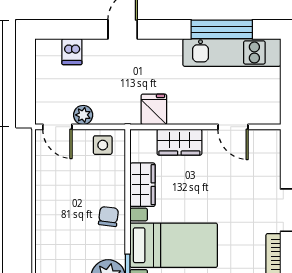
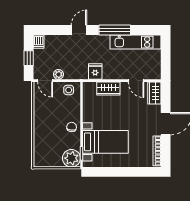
window: (222, 29) -> (115, 30), moved
dishwasher: (72, 52) -> (39, 42), moved
window: (25, 84) -> (29, 58), added
wardrobe: (143, 185) -> (154, 93), moved, turned 180

